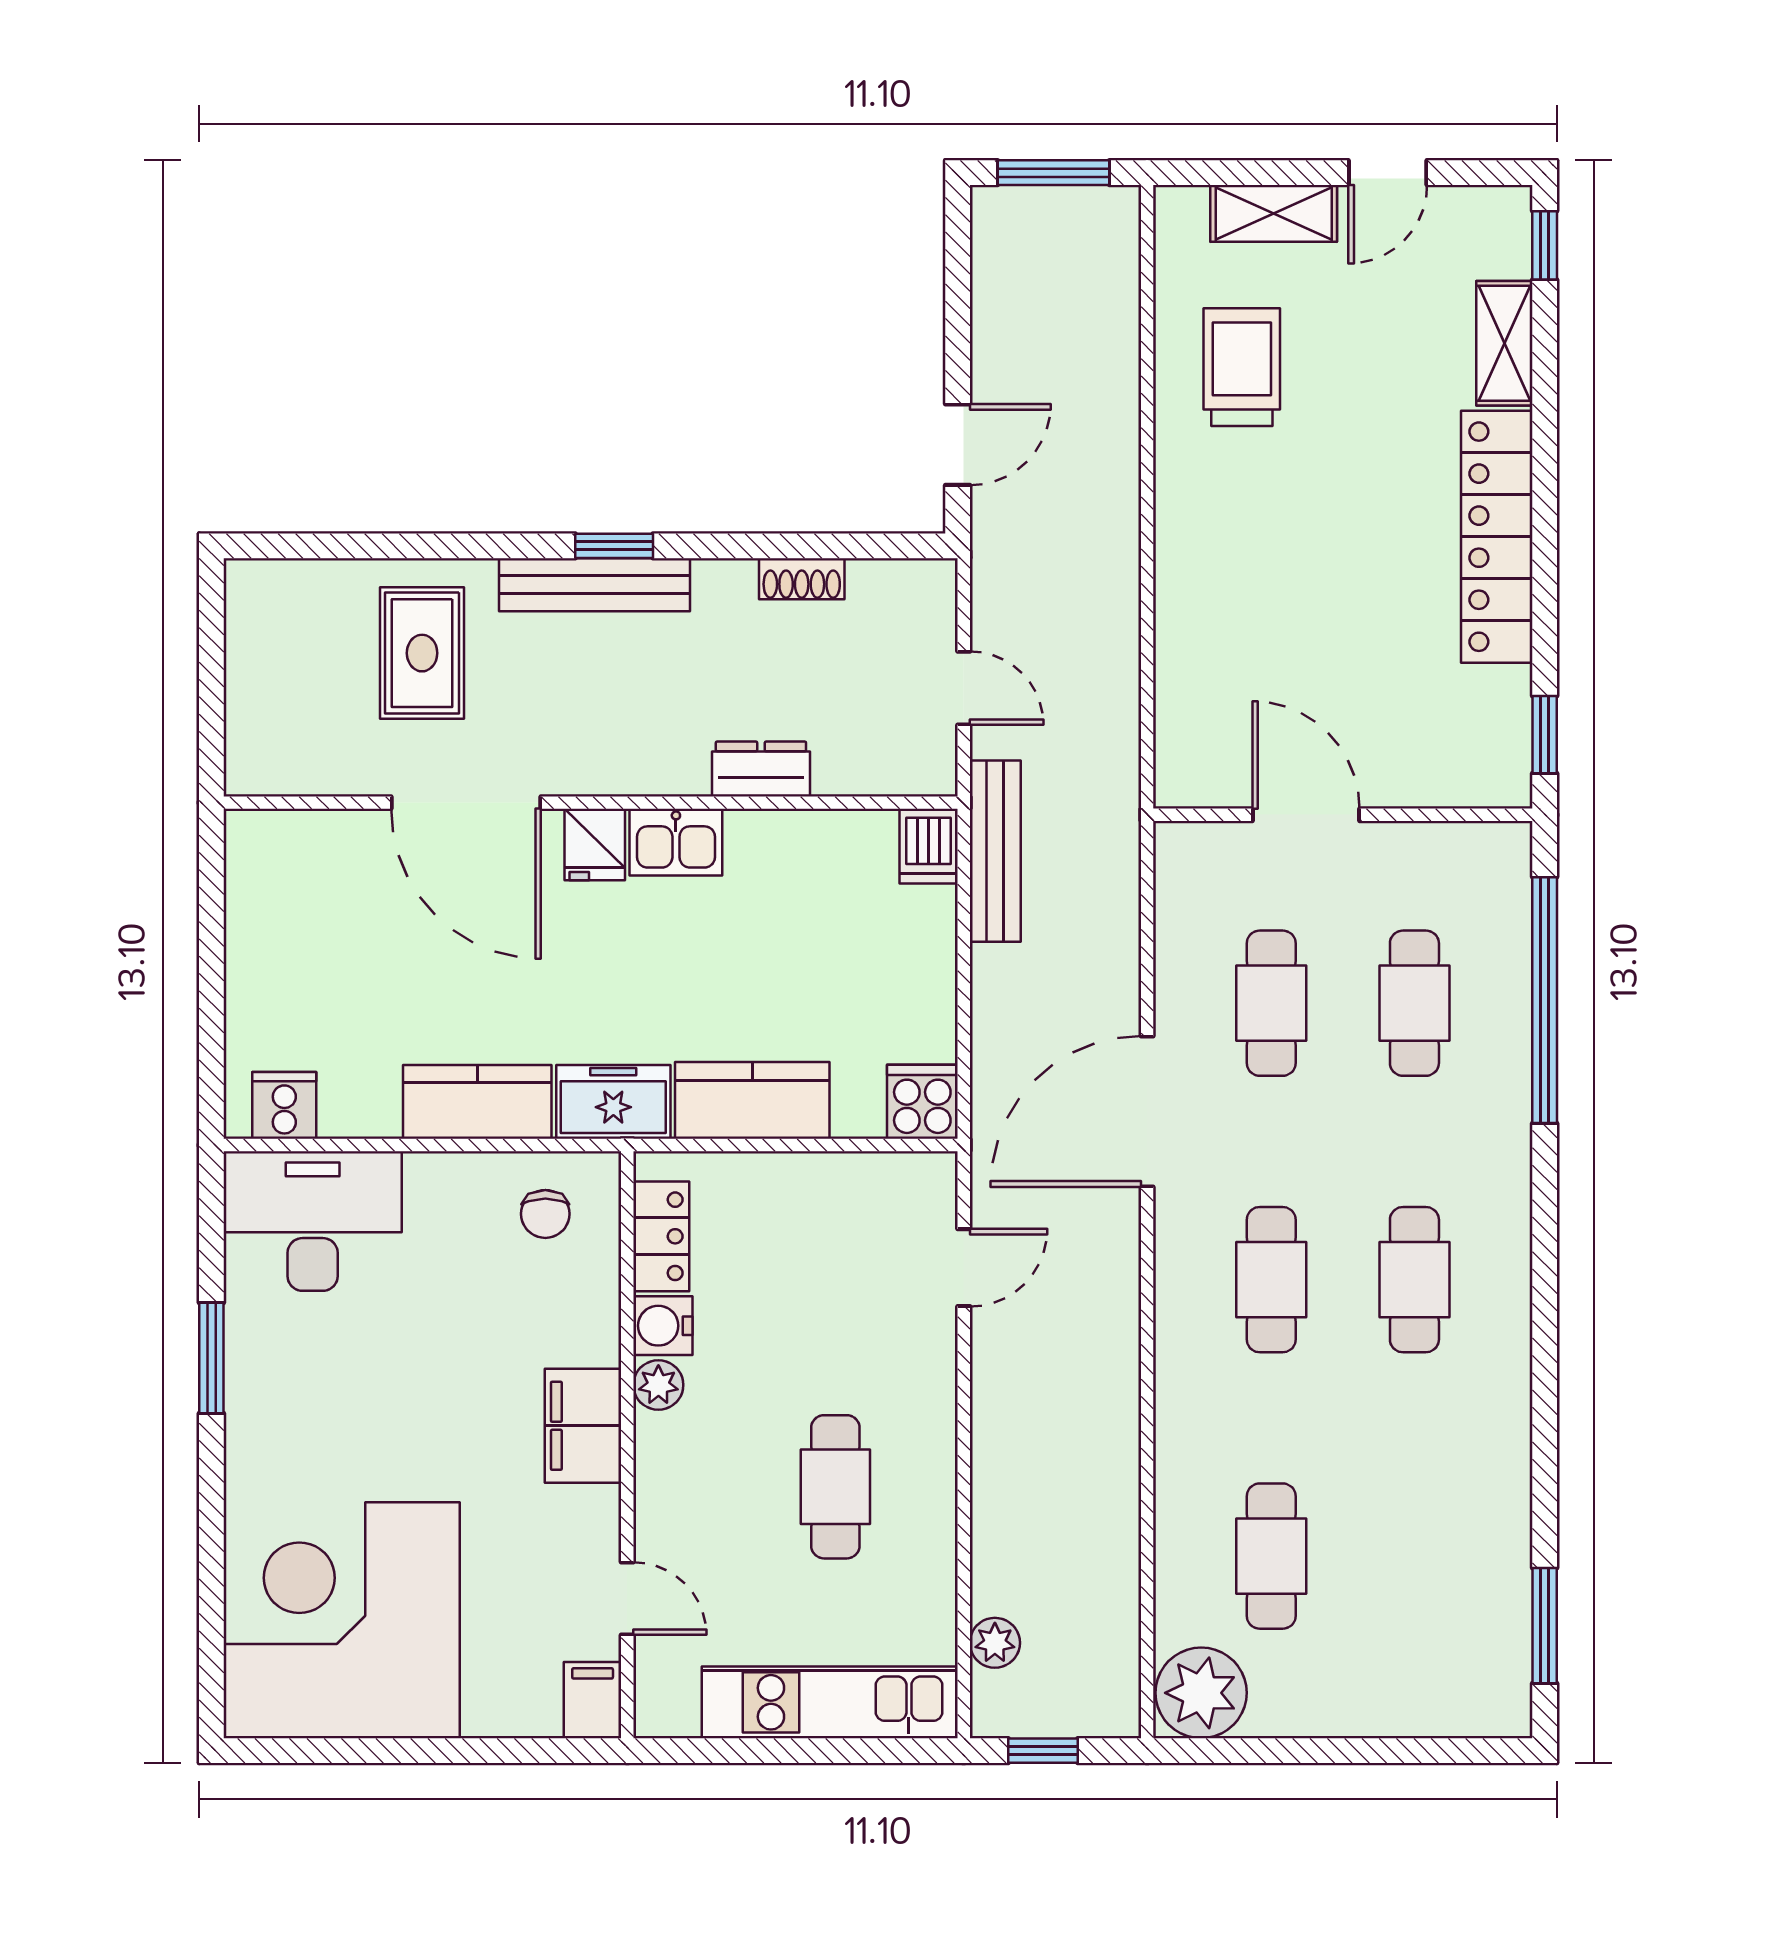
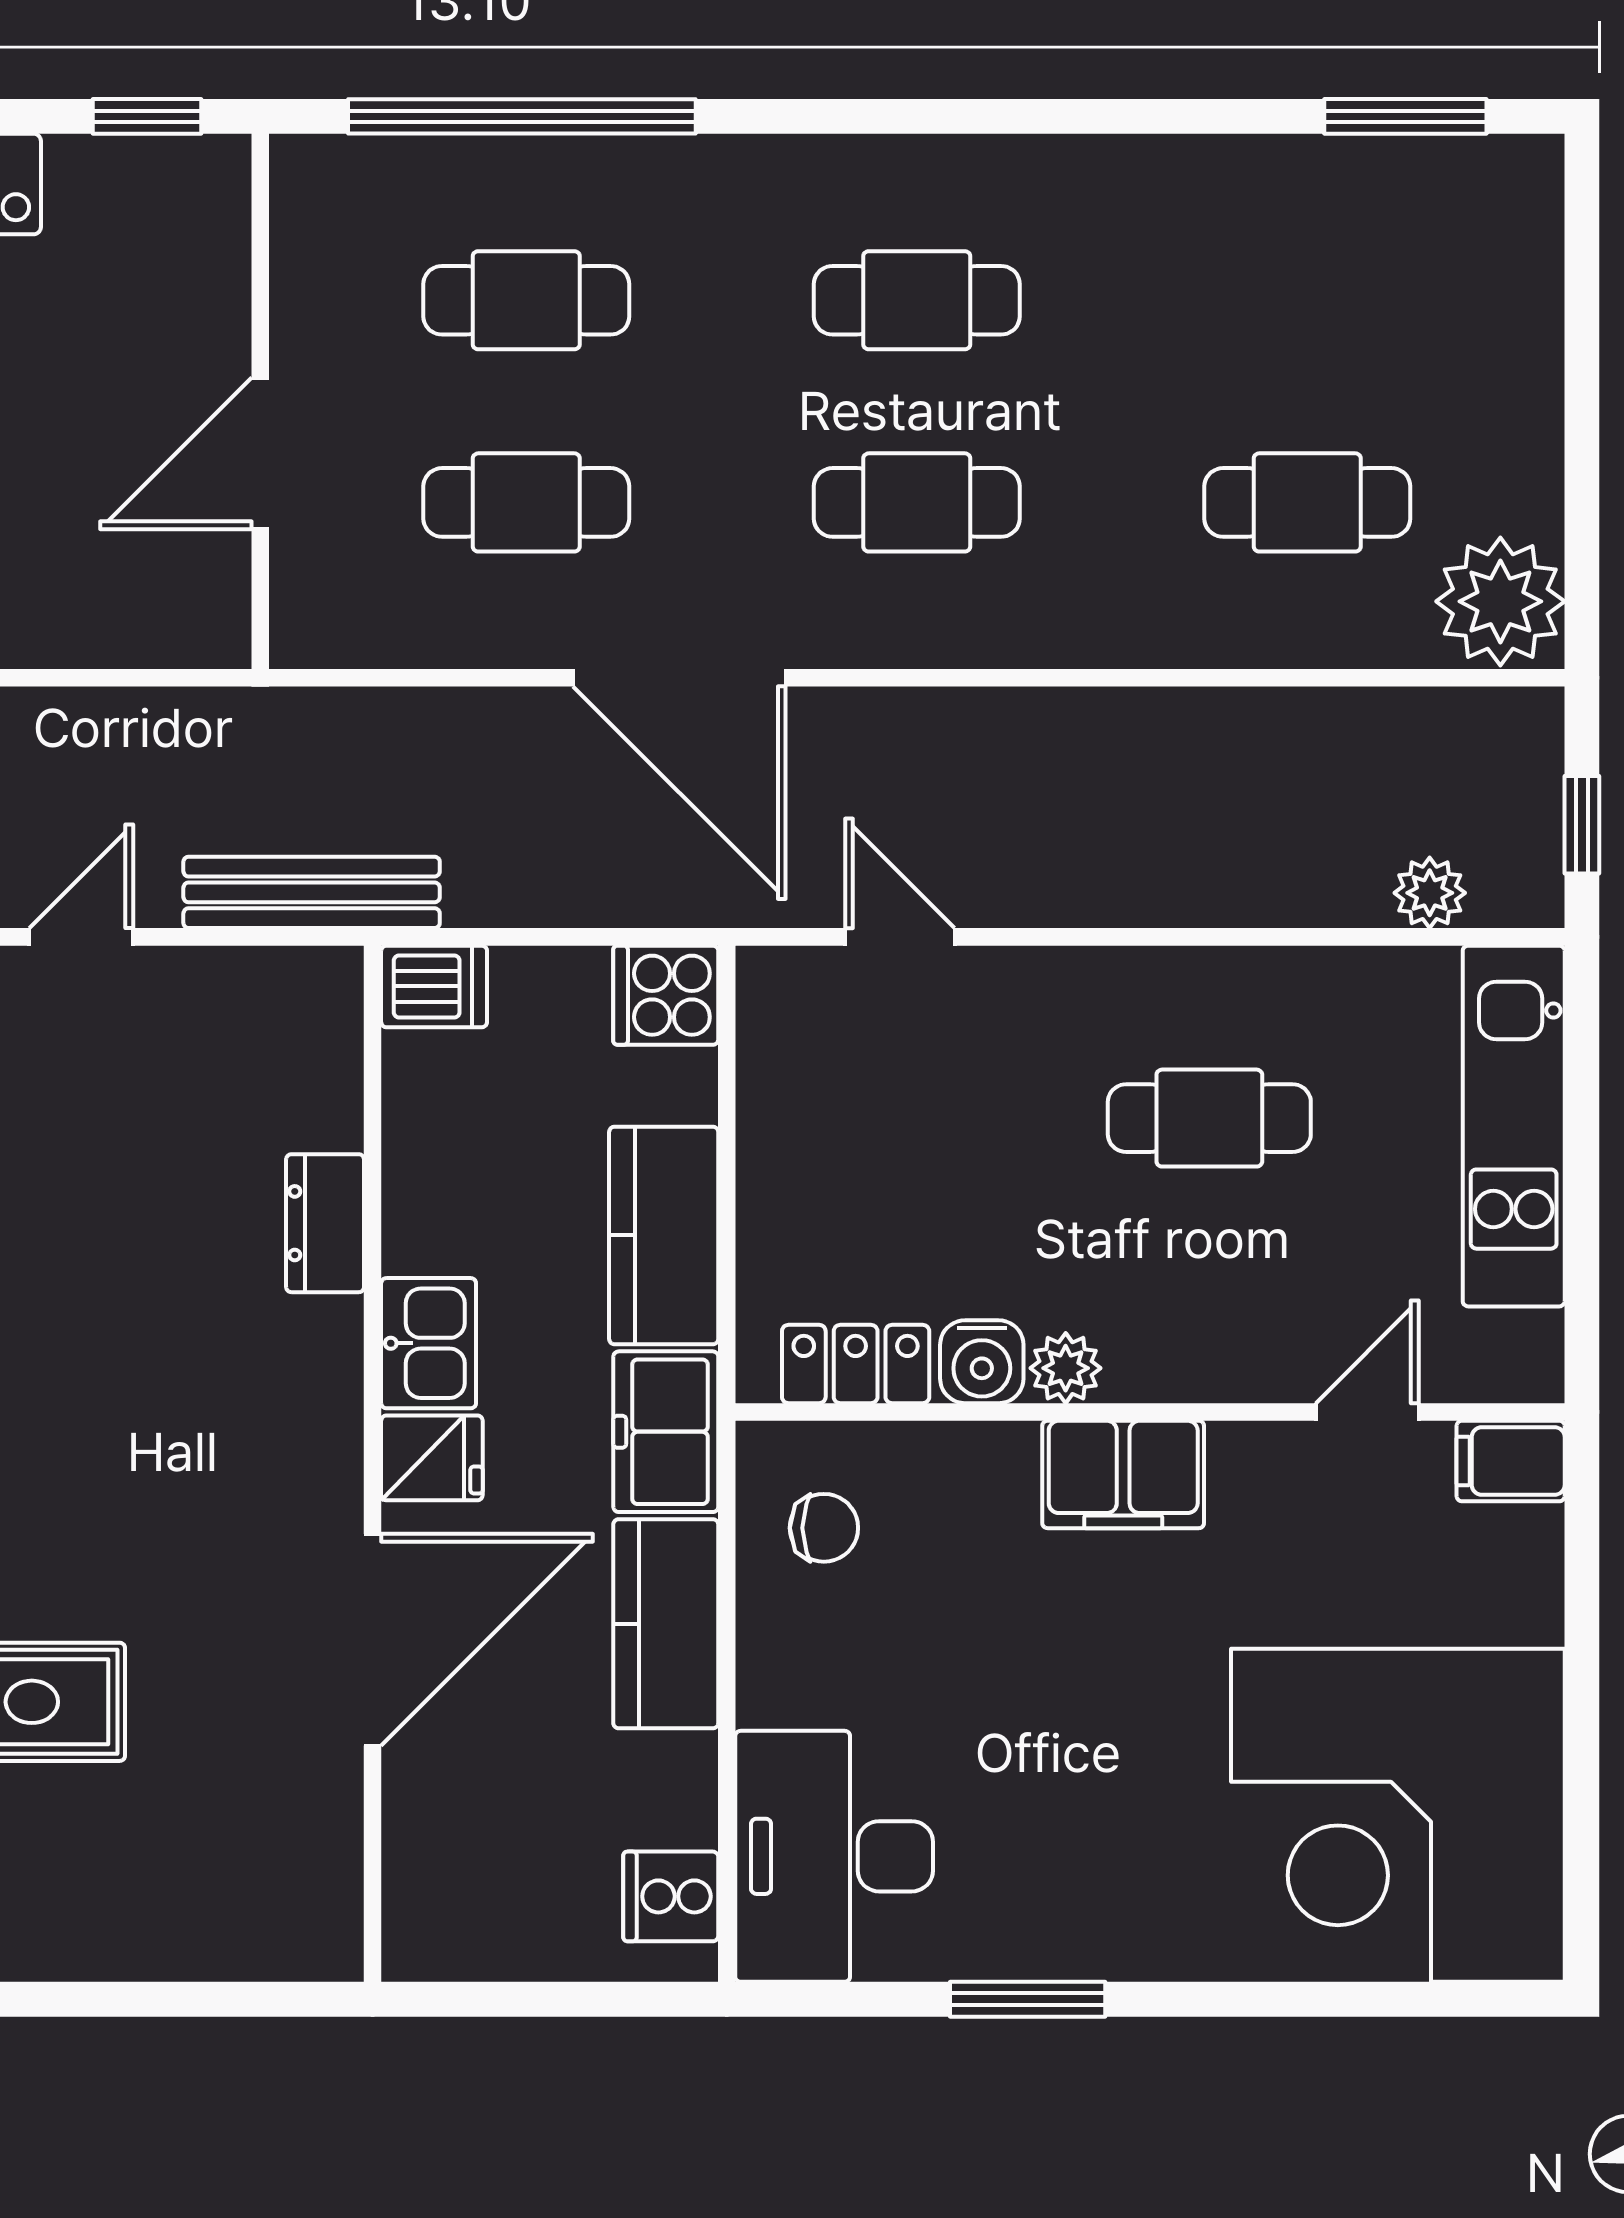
dresser: (761, 769) -> (325, 1223), moved
door: (466, 803) -> (373, 1640), moved
wall: (591, 803) -> (373, 1464), moved
kitchen sink: (676, 842) -> (429, 1343), moved
fridge: (595, 845) -> (432, 1458), moved
dishwasher: (929, 846) -> (434, 986), moved

